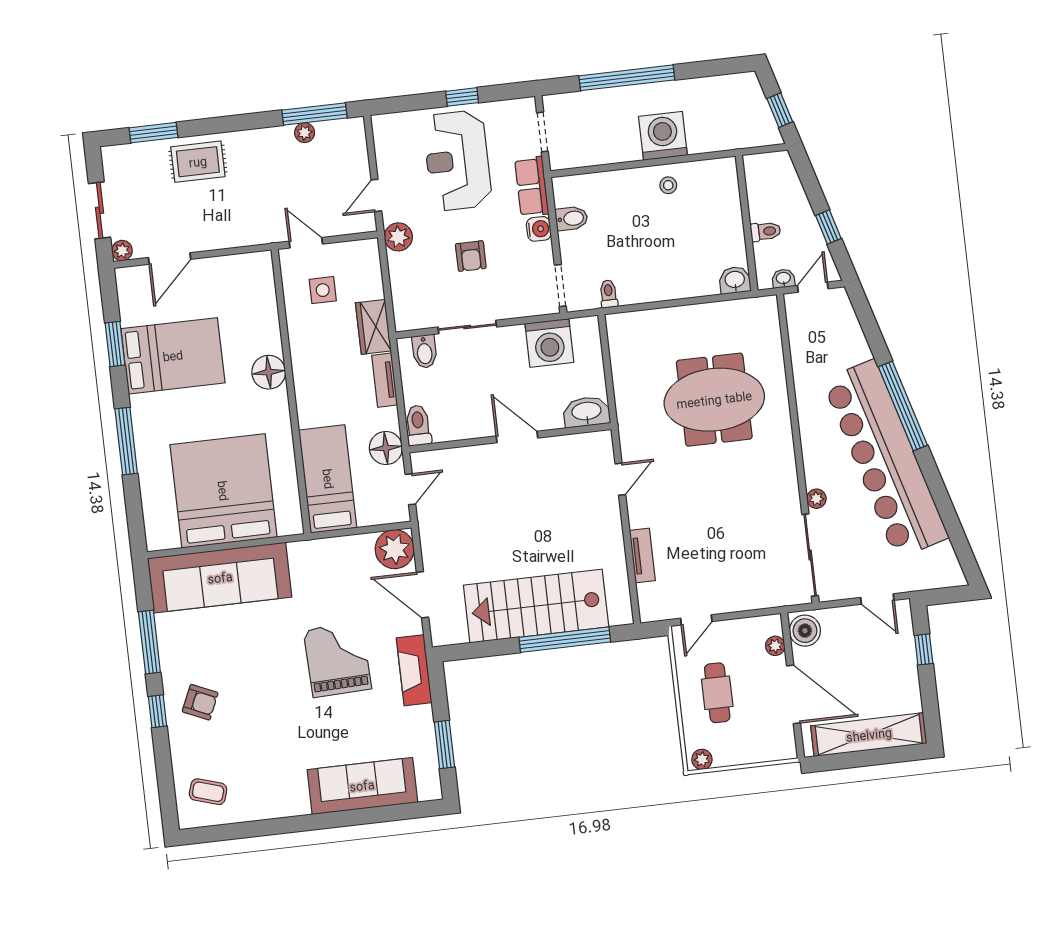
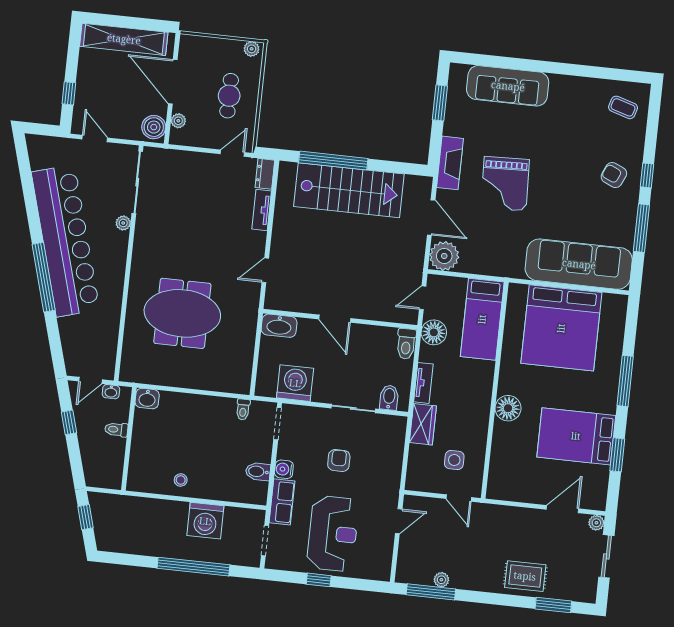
washing machine: (663, 136) -> (205, 521), moved
plant: (398, 237) -> (389, 487), removed
dresser: (649, 603) -> (265, 174), added

